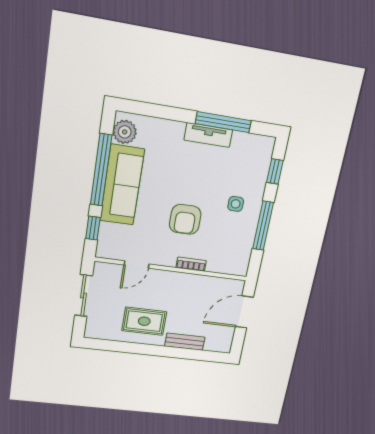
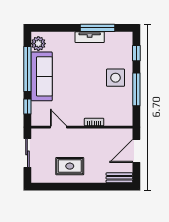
side table: (236, 204) -> (115, 78), width x1.87, depth x1.87
armchair: (185, 219) -> (85, 93), removed
door: (137, 264) -> (58, 127), swing flipped
bench: (185, 342) -> (119, 178), moved

